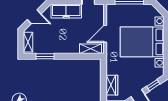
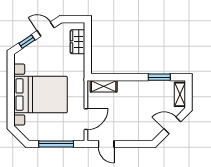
freezer: (66, 11) -> (133, 132), removed
door: (105, 34) -> (86, 119), moved

